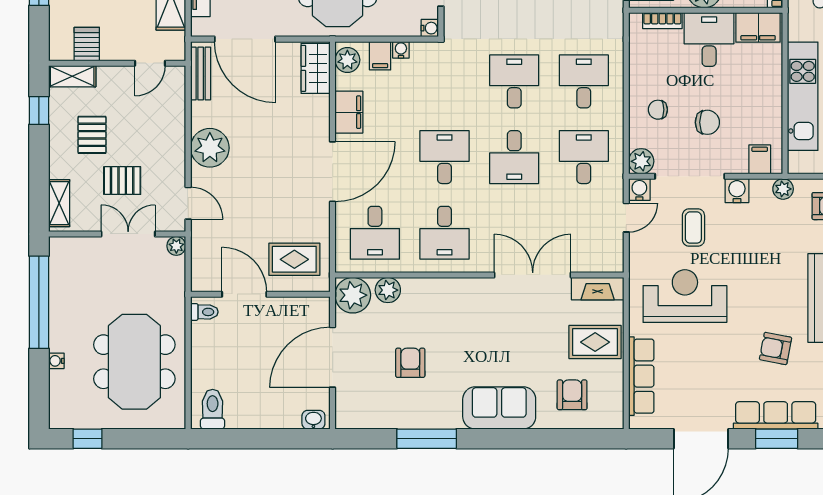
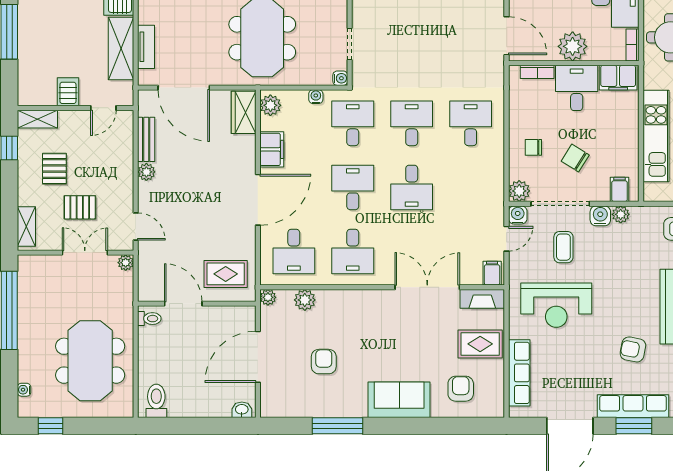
server rack: (87, 44) -> (68, 92), moved
filing cabinet: (380, 56) -> (492, 273), moved, turned 180
bench: (201, 73) -> (146, 139), moved
chair: (707, 122) -> (575, 158), turned -148
plant: (210, 148) -> (146, 172), width x0.53, depth x0.53
desk: (584, 157) -> (353, 123), moved
plant: (783, 189) -> (621, 214), moved
plant: (353, 295) -> (268, 297), width x0.53, depth x0.53
reception desk: (685, 296) -> (556, 305), turned 180
water cooler: (56, 361) -> (24, 390), moved

